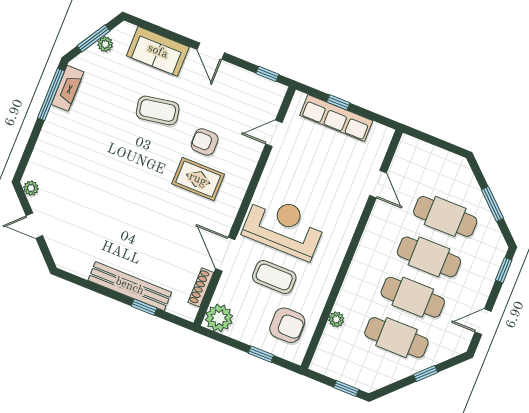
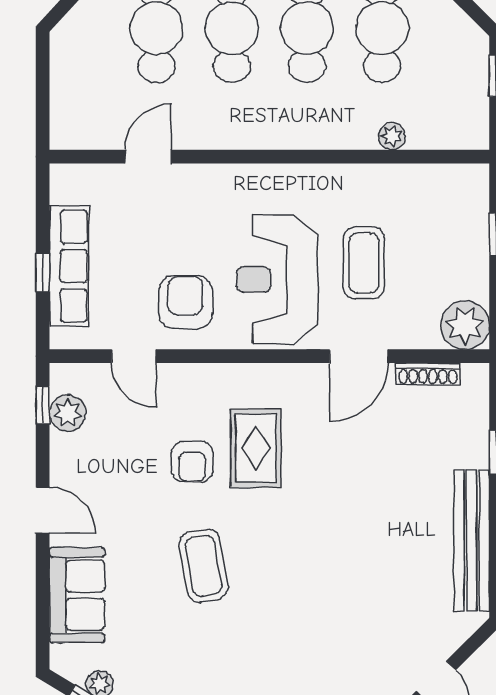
door: (211, 51) -> (43, 510), hinge flipped
plant: (258, 86) -> (68, 413), added
coffee table: (158, 110) -> (204, 566), moved
bench: (130, 286) -> (472, 540), moved
armchair: (287, 325) -> (185, 302), moved

